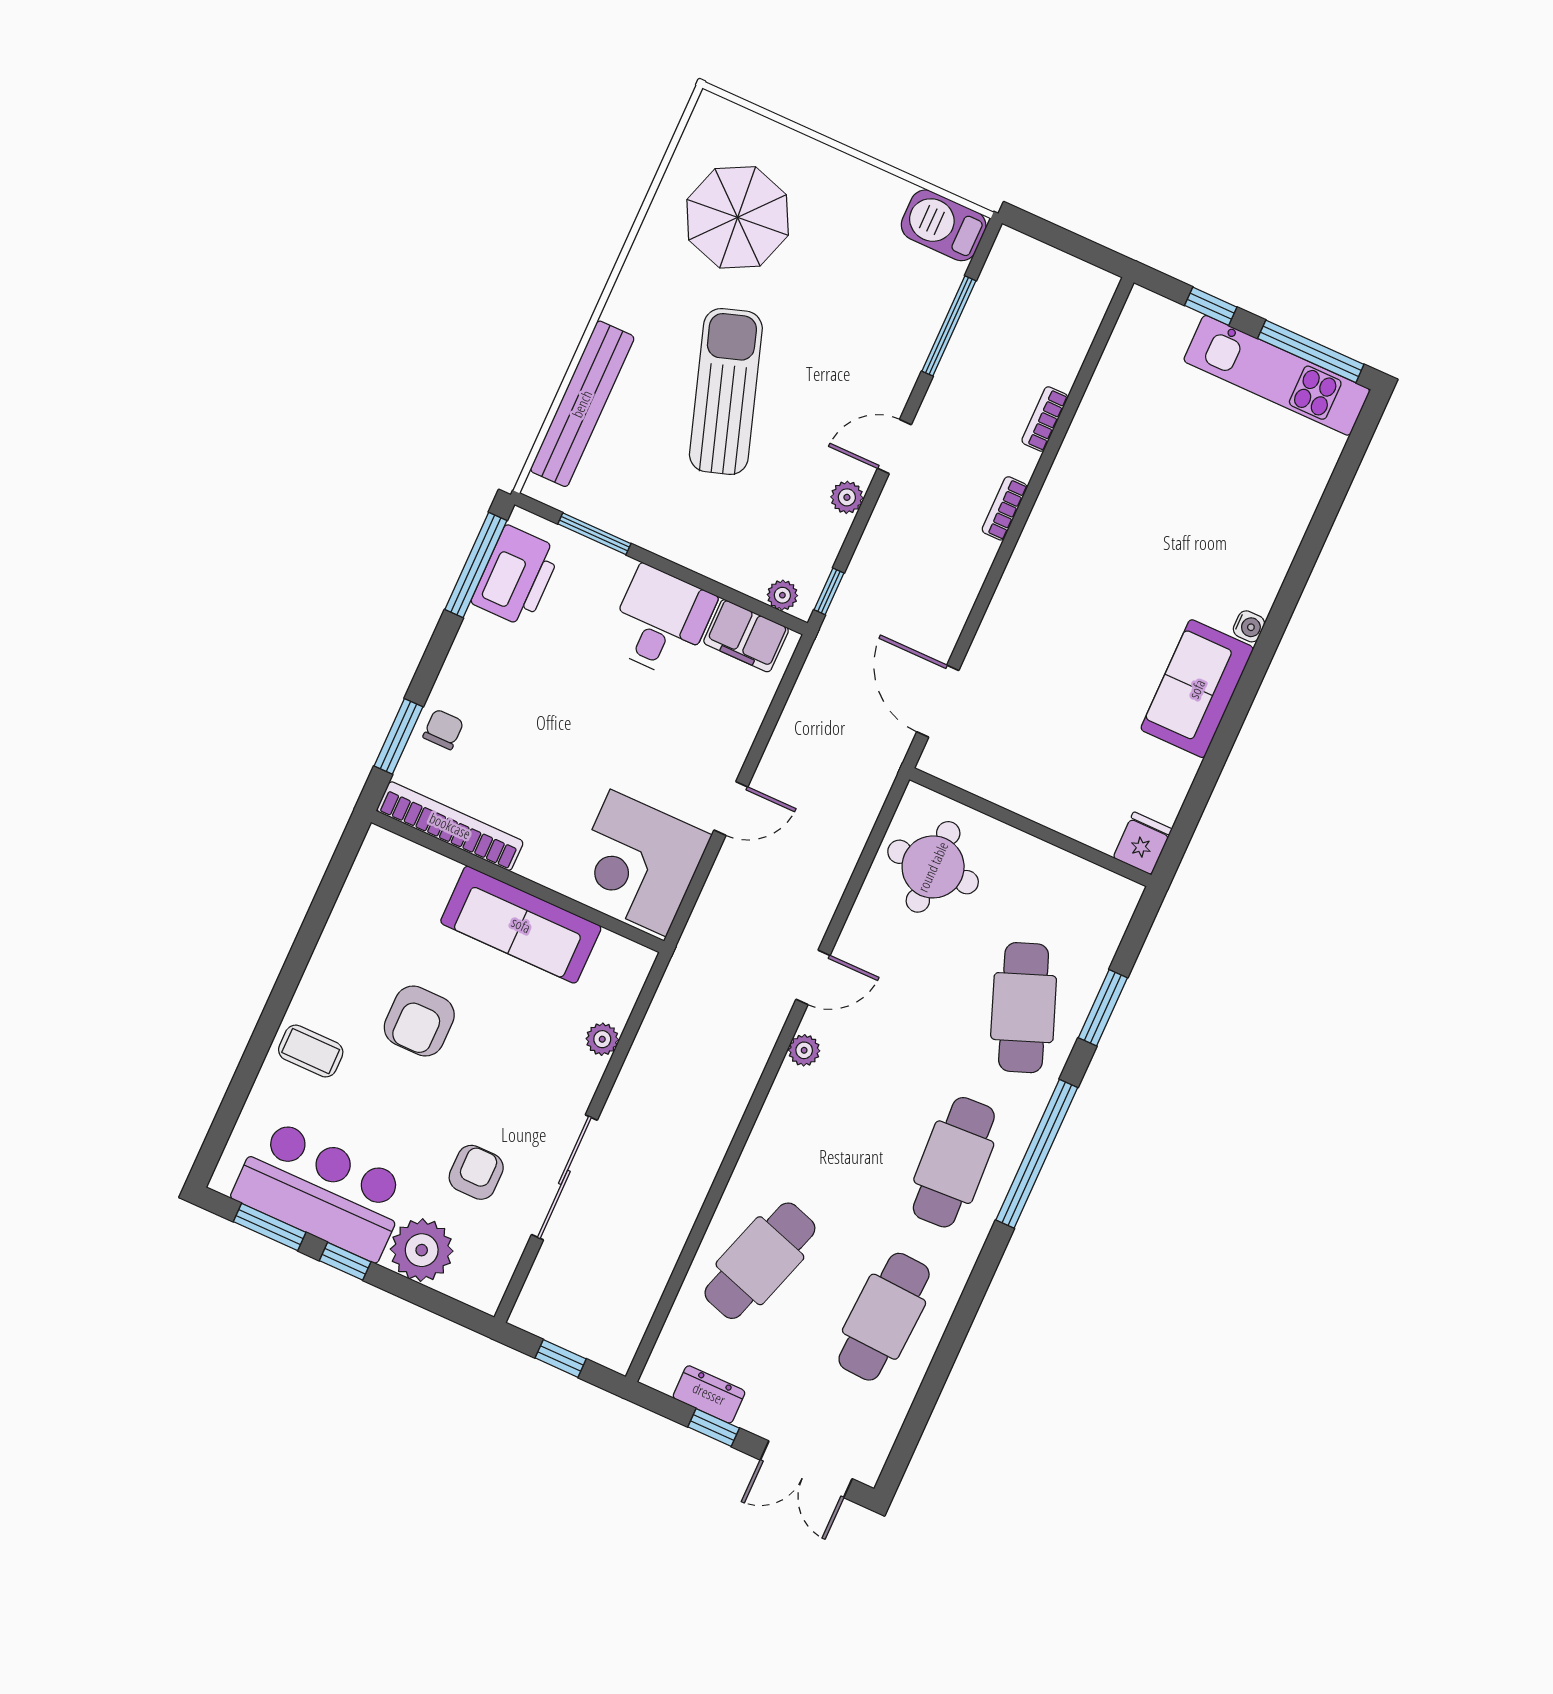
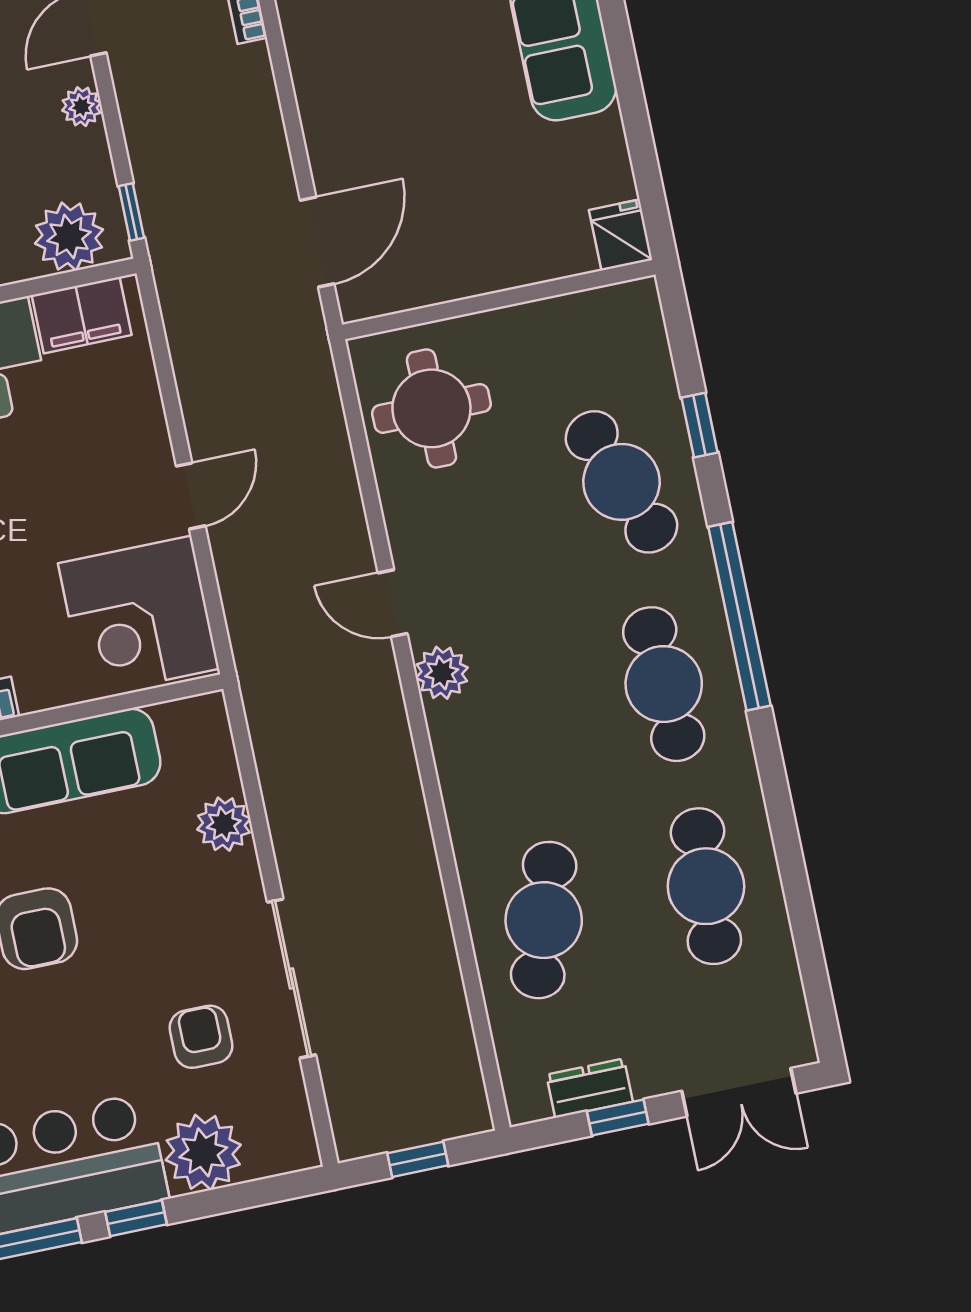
plant: (782, 595) -> (69, 237), width x1.88, depth x1.88
door: (938, 701) -> (317, 242), swing flipped
door: (813, 977) -> (393, 603), swing flipped
window: (1103, 1008) -> (700, 425), width x0.67
plant: (602, 1039) -> (224, 824), width x1.38, depth x1.38
plant: (804, 1050) -> (442, 673), width x1.38, depth x1.38

